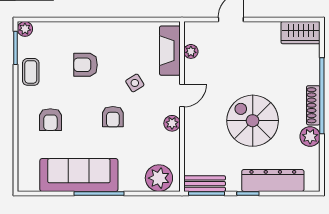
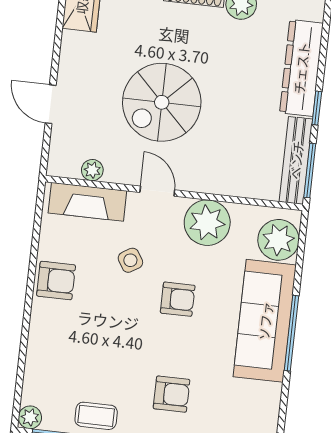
armchair: (86, 65) -> (56, 280), moved, turned -90
spiral stairs: (253, 121) -> (162, 102), moved
plant: (172, 123) -> (207, 223), width x1.88, depth x1.88
sofa: (79, 175) -> (265, 321), moved
bench: (205, 184) -> (296, 160), width x1.36

